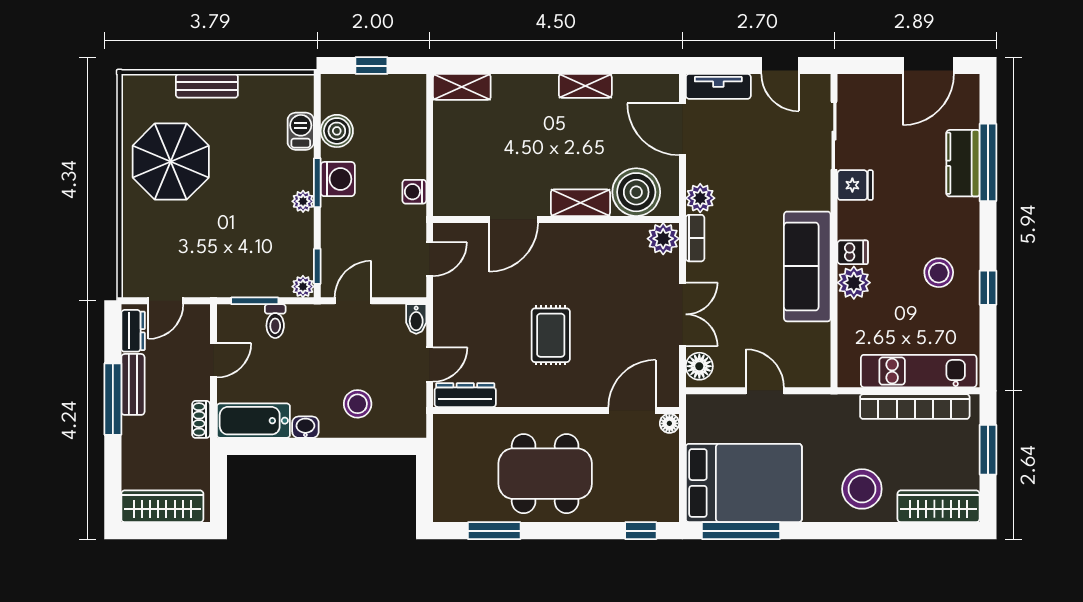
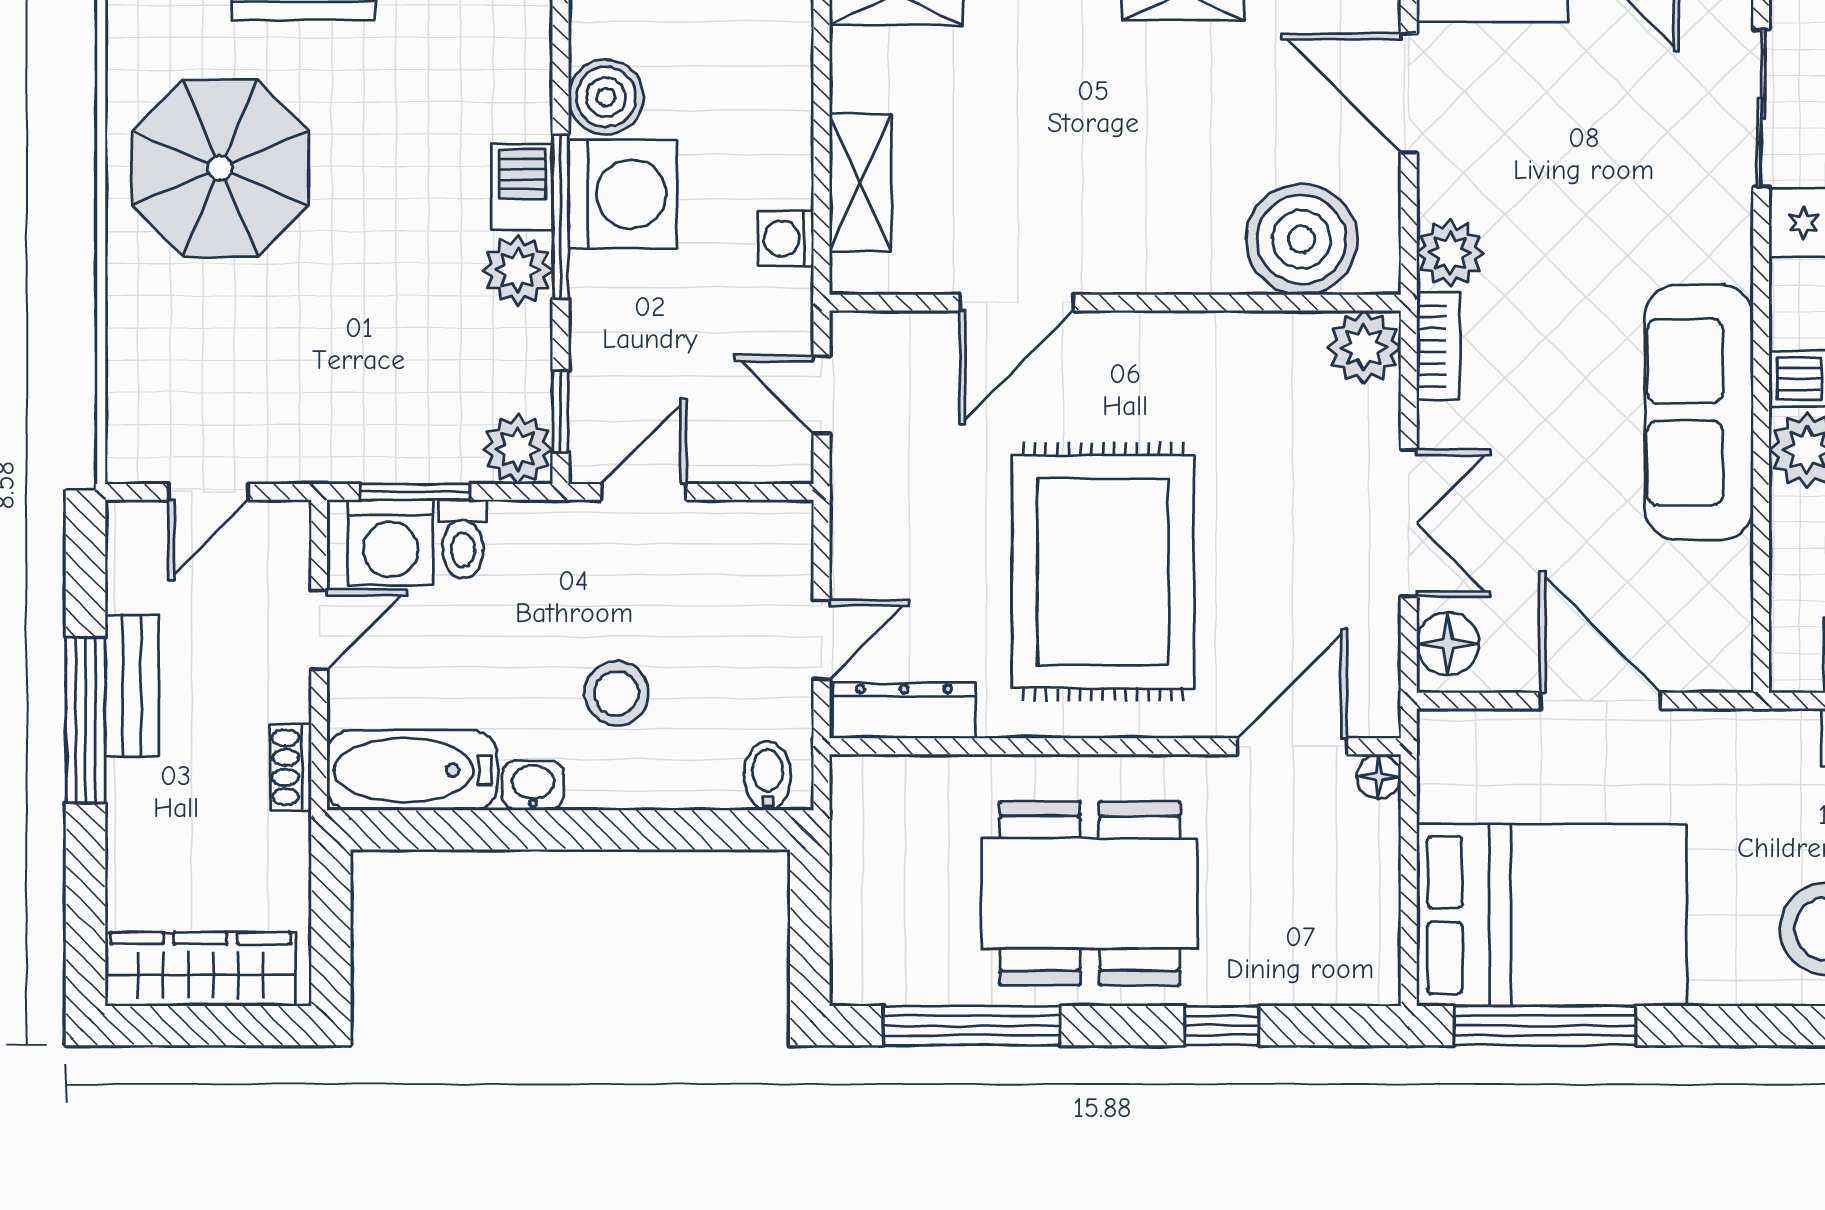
barbecue: (301, 131) -> (522, 187), moved
washing machine: (338, 179) -> (623, 194), width x1.37, depth x1.37
window: (317, 183) -> (561, 217), width x1.44
plant: (303, 201) -> (518, 270), width x1.38, depth x1.38
shelving: (580, 203) -> (860, 183), moved, turned 90
door: (430, 259) -> (822, 395), swing flipped
plant: (303, 287) -> (518, 449), width x1.38, depth x1.38
bidet: (416, 319) -> (768, 776), moved, turned 180
washing machine: (244, 323) -> (391, 543), added
dresser: (133, 331) -> (132, 561), removed
rug: (551, 335) -> (1103, 572), width x1.86, depth x2.06
door: (765, 391) -> (1600, 701), width x1.38
stool: (358, 404) -> (616, 693), moved
window: (494, 531) -> (972, 1026), width x1.44
window: (641, 531) -> (1222, 1026), moved

